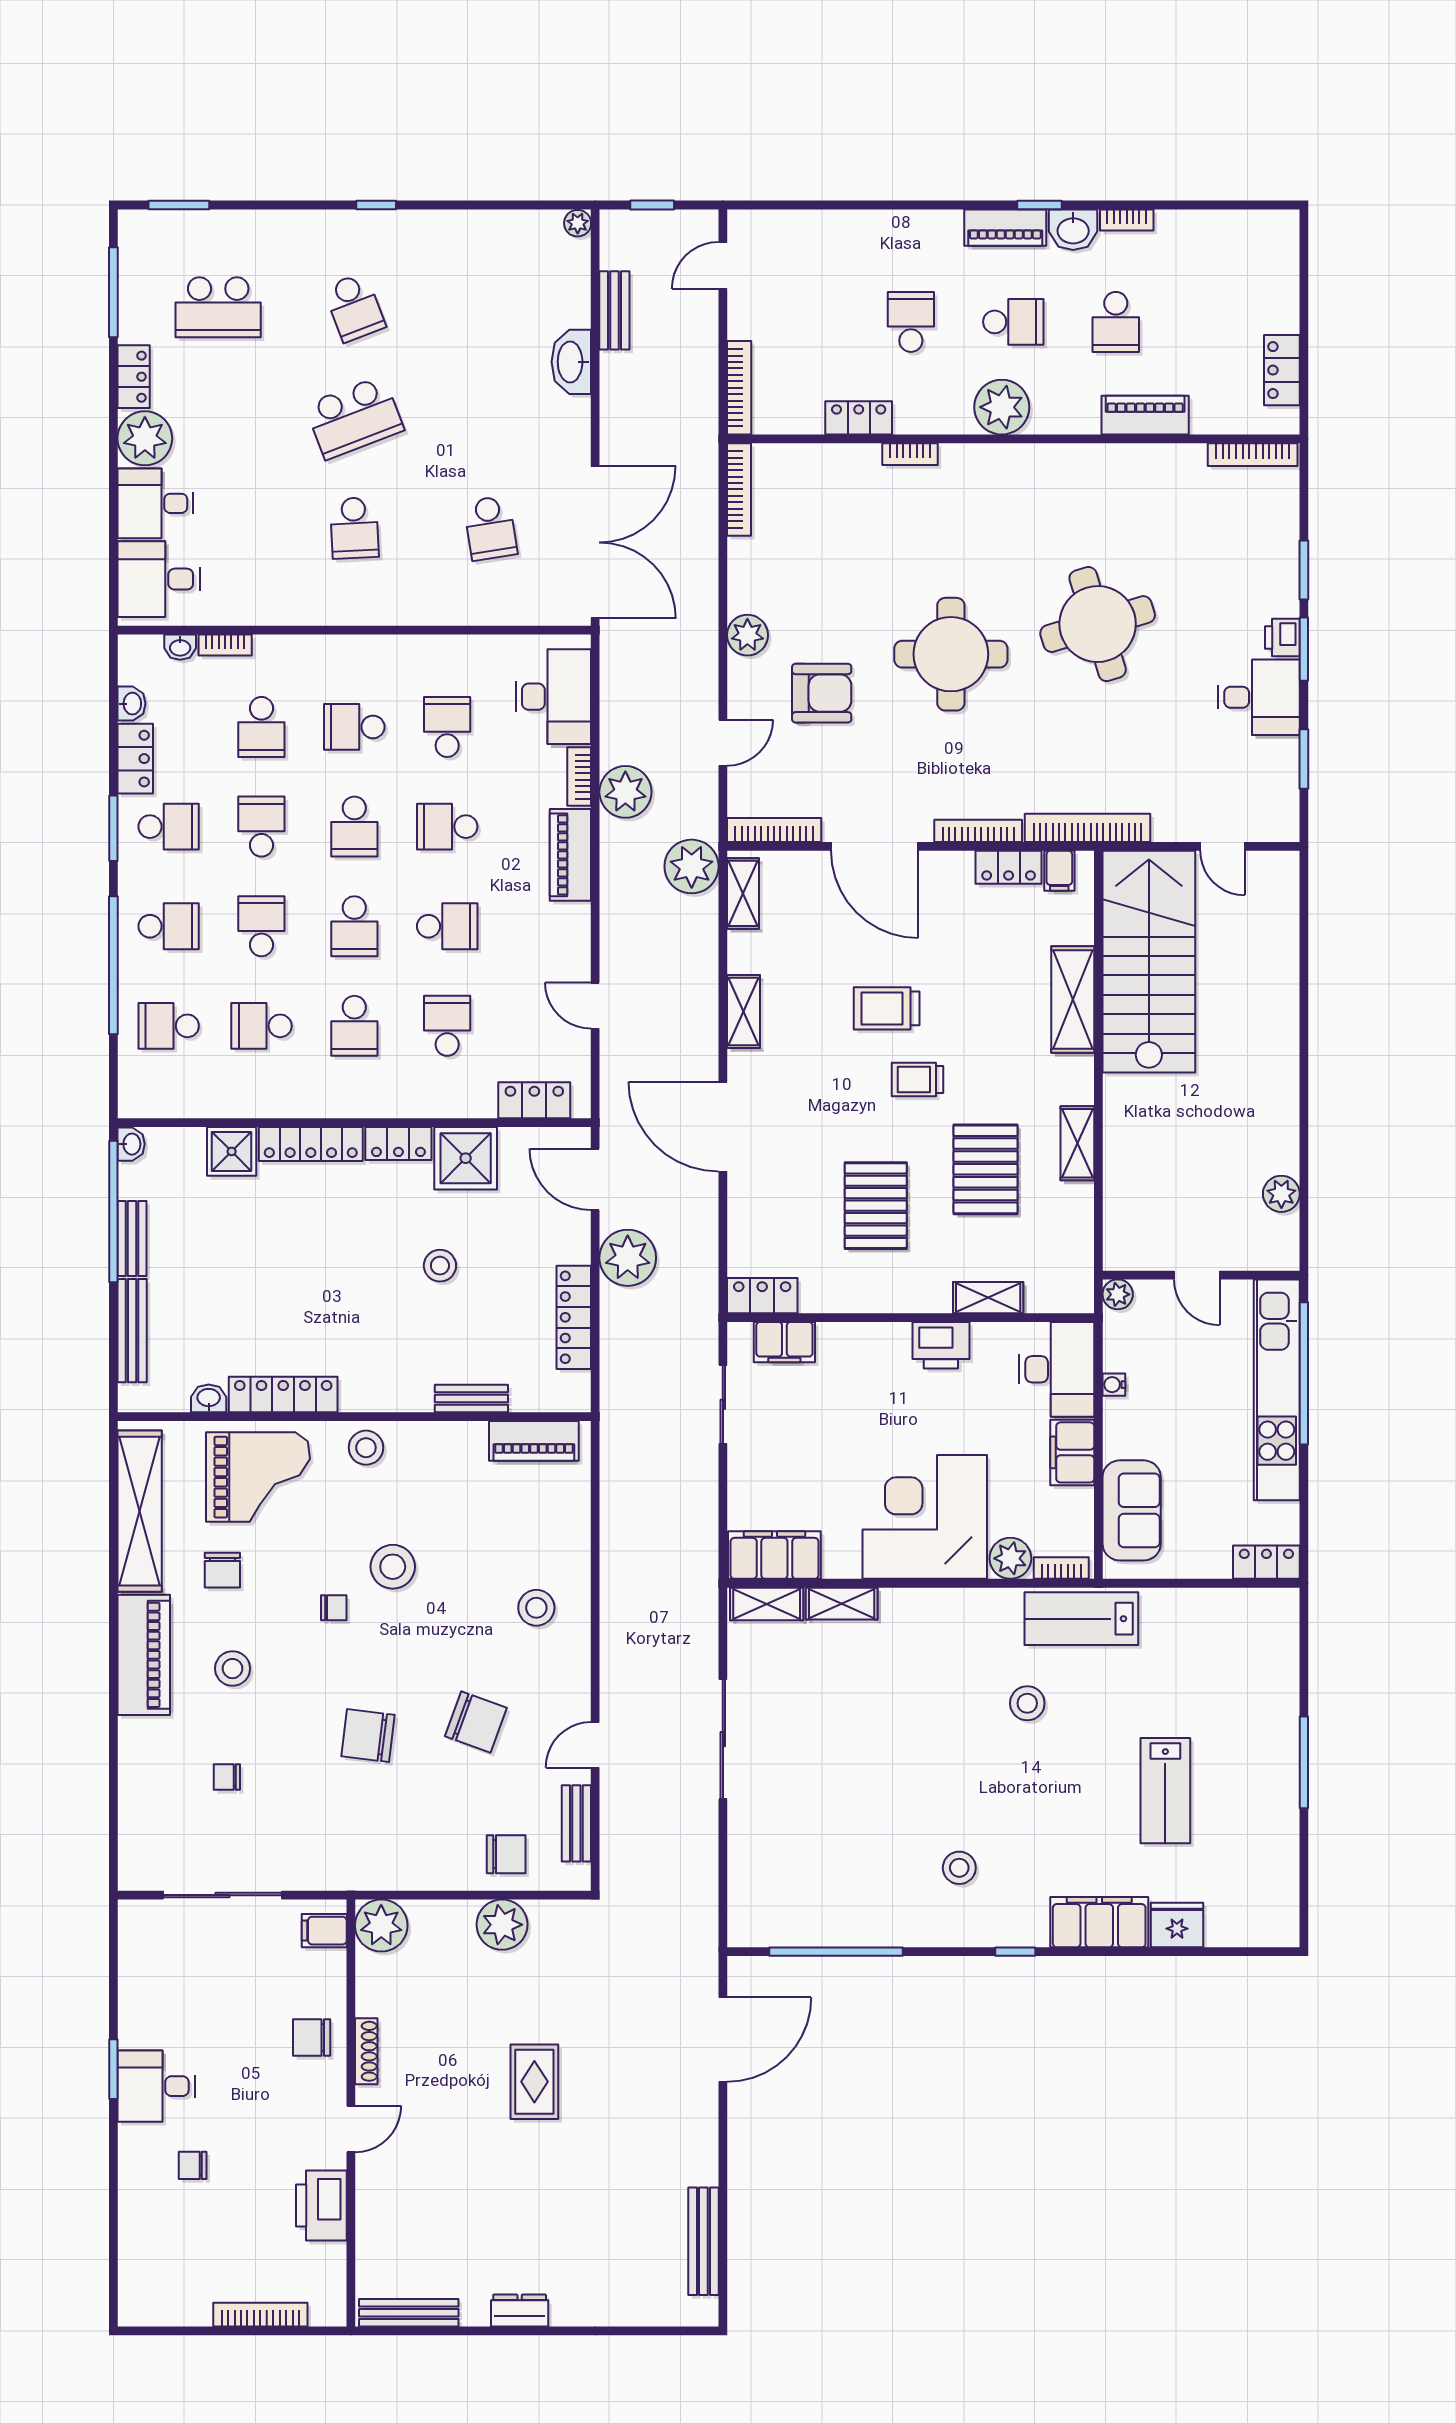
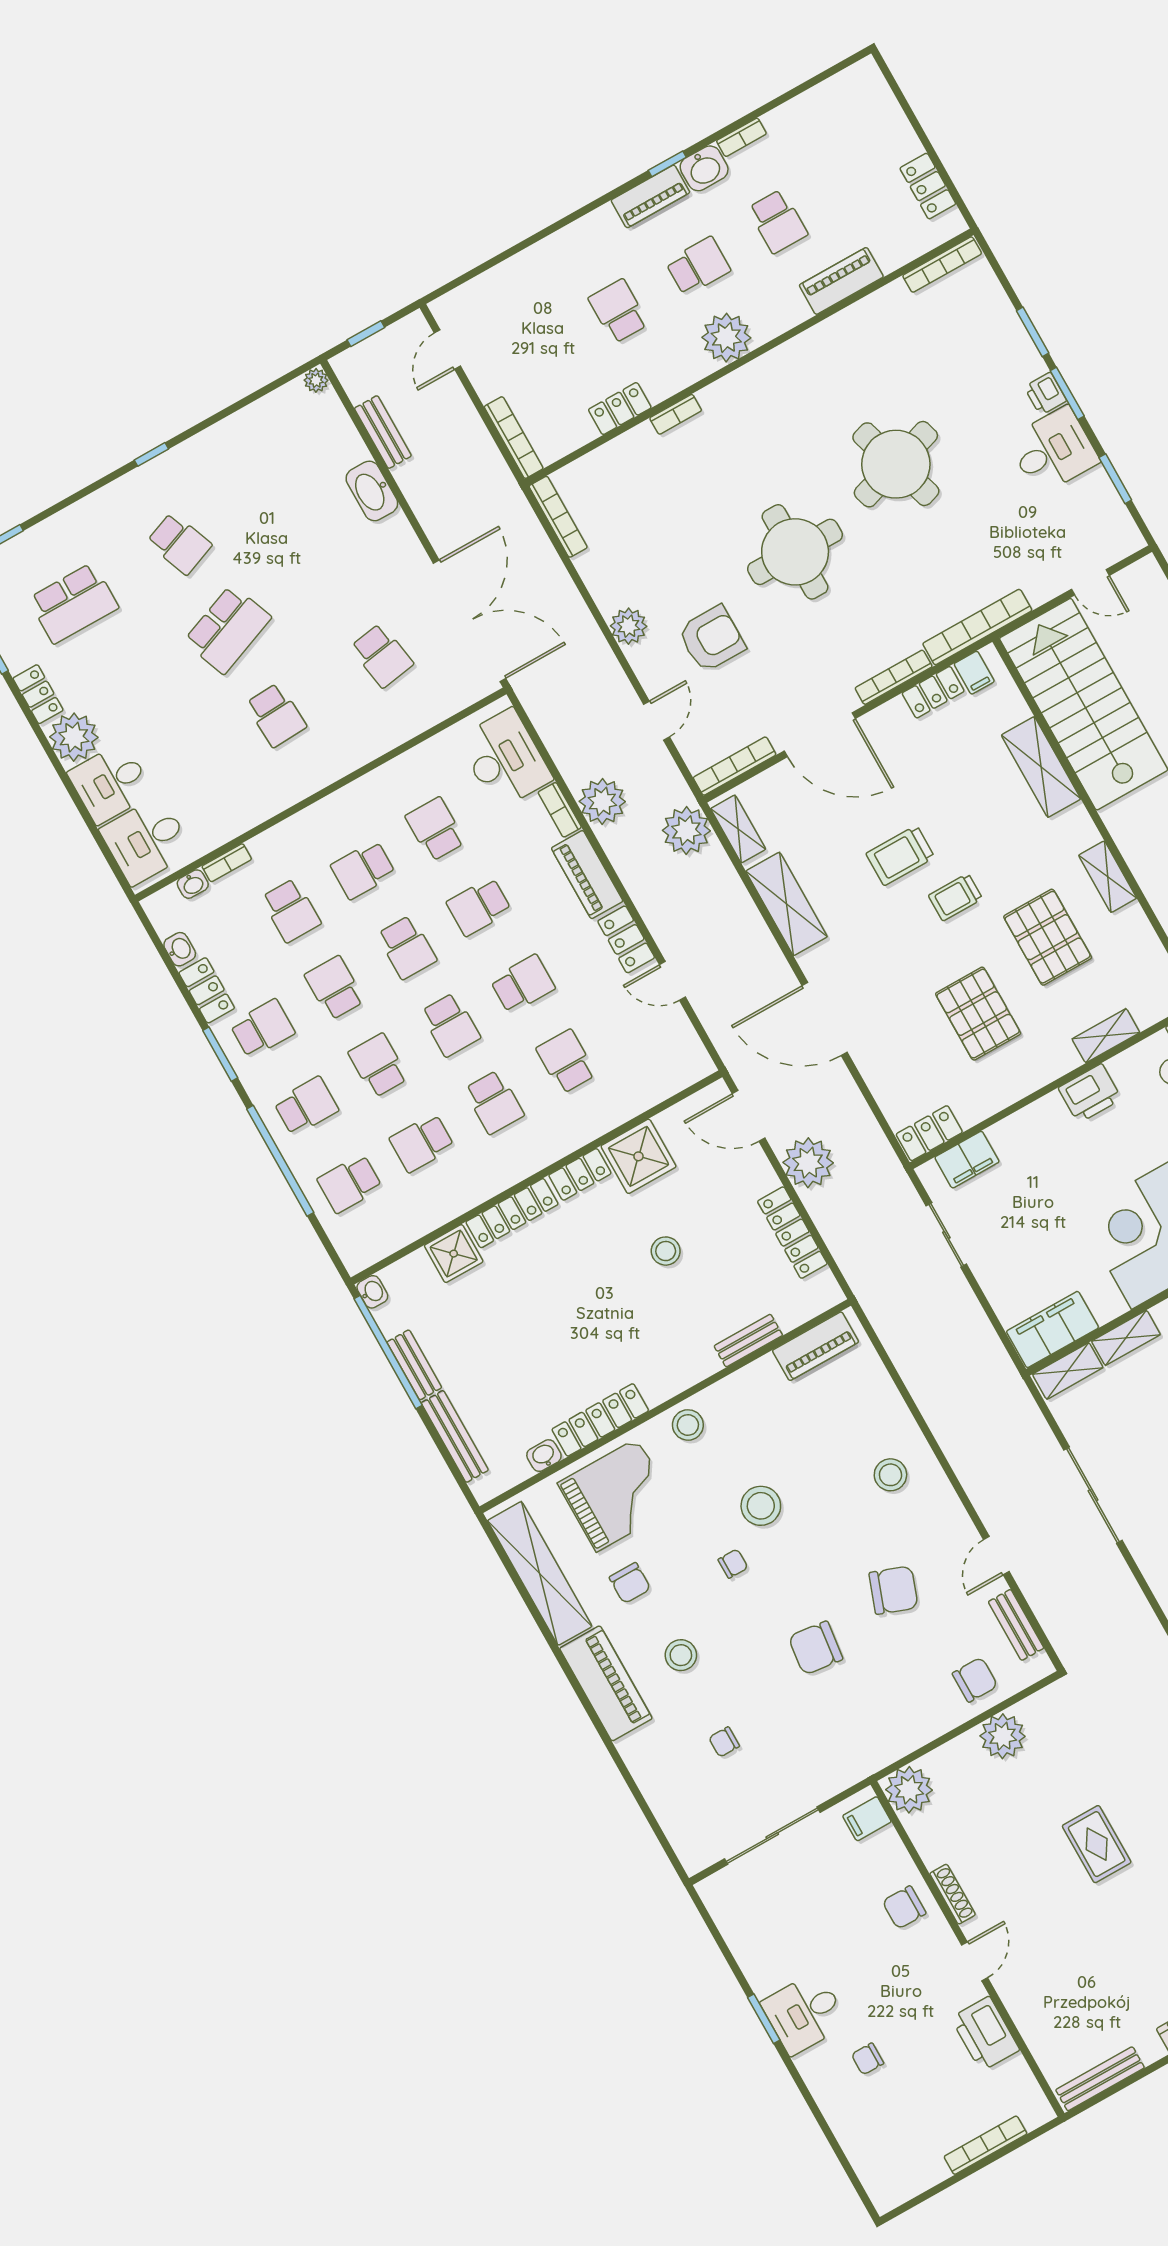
shelving: (743, 1012) -> (787, 904), width x1.50, depth x1.33
locker: (534, 1100) -> (626, 939), moved, turned -90

